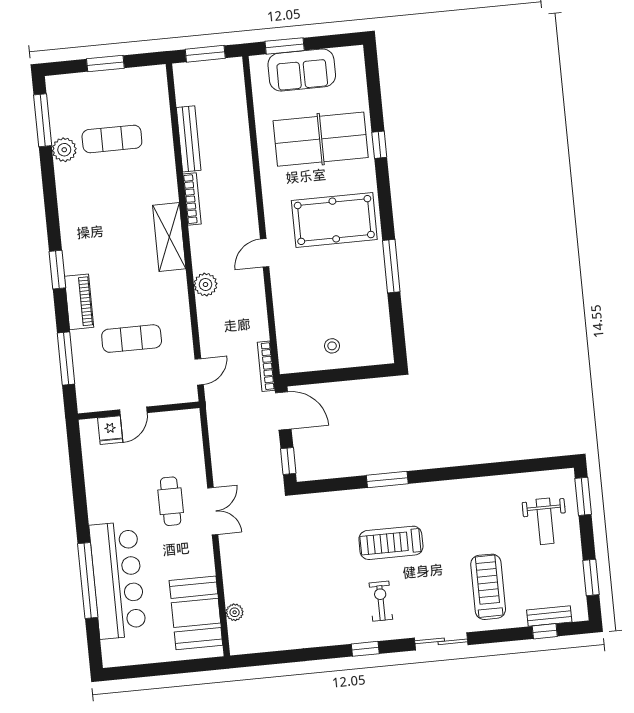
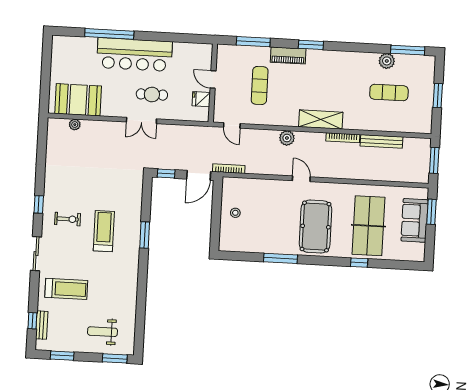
exercise mat: (112, 139) -> (389, 92), turned 90
fridge: (110, 430) -> (201, 99), moved
bar counter: (118, 580) -> (134, 55), moved

